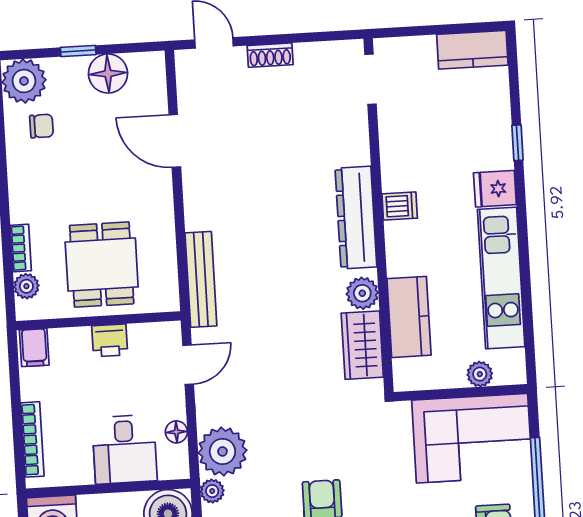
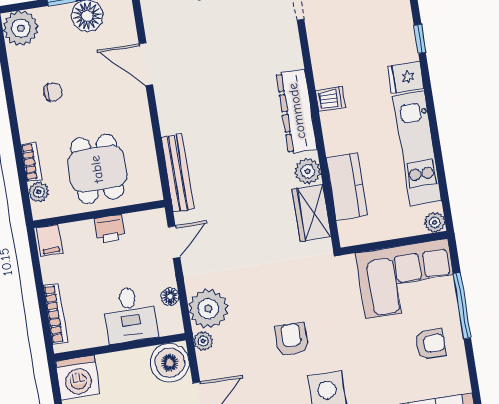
chair: (41, 126) -> (53, 92), moved
plant: (480, 374) -> (435, 222), moved

